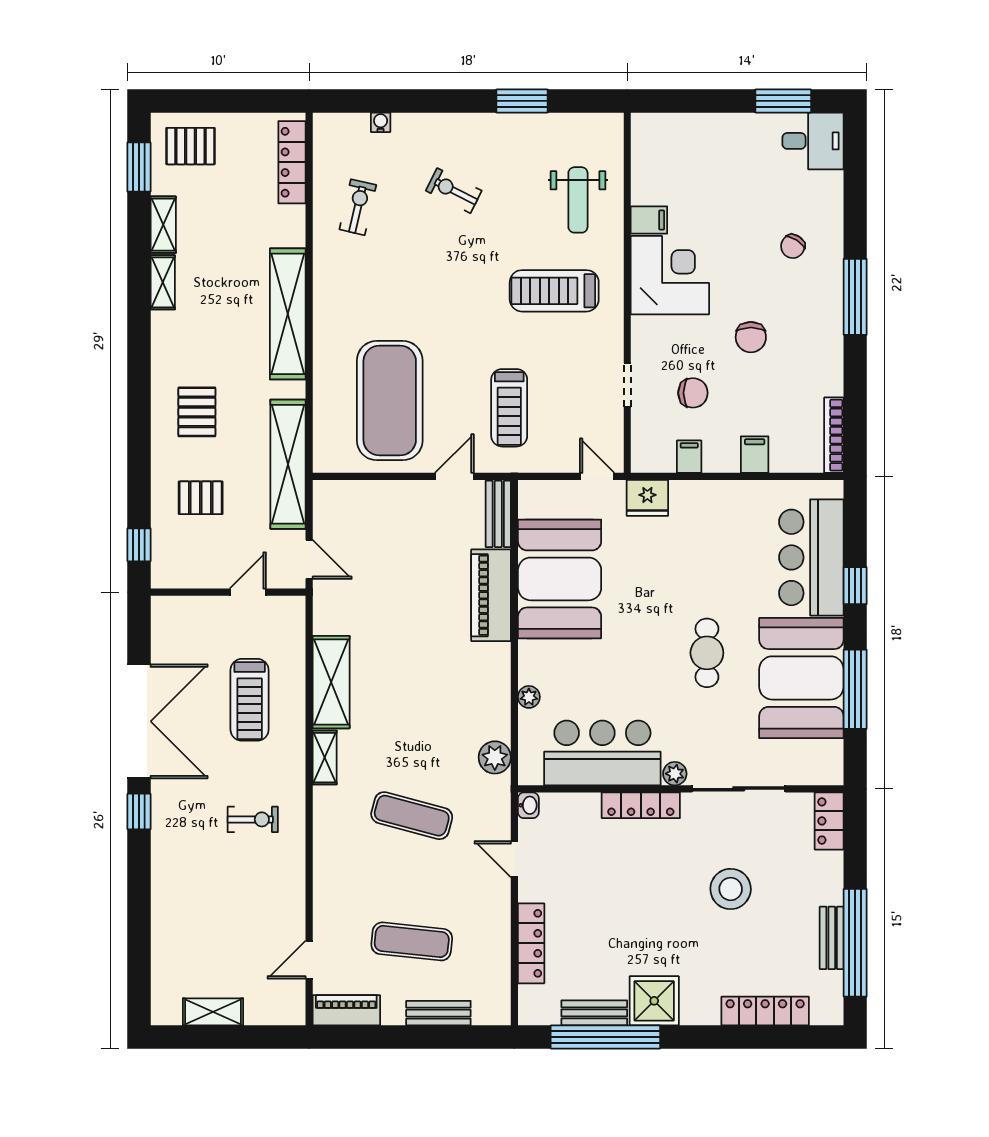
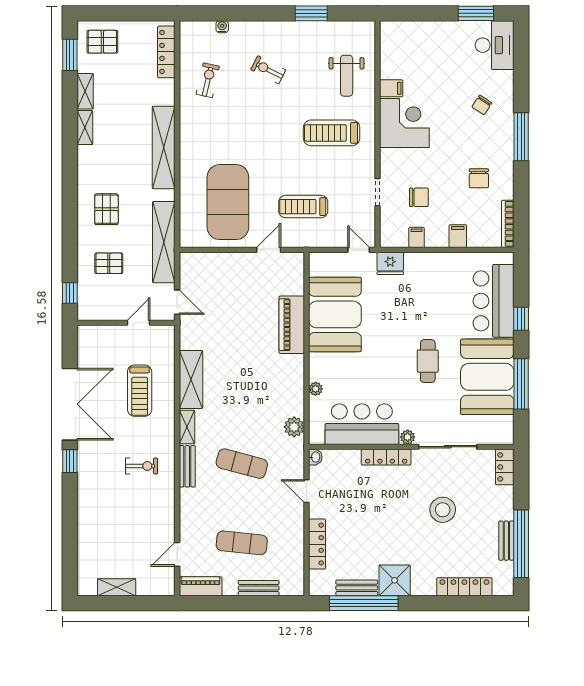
desk: (813, 141) -> (495, 45), width x1.37
chair: (751, 337) -> (479, 178), moved
treadmill: (509, 408) -> (303, 207), turned 90
bench: (498, 514) -> (187, 466), moved

